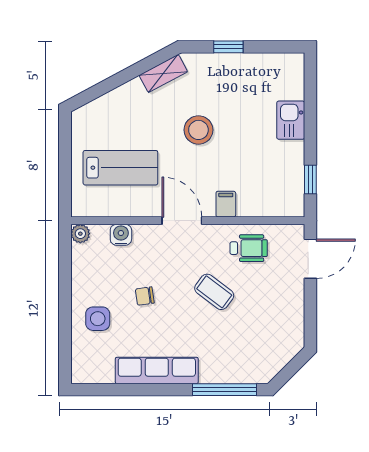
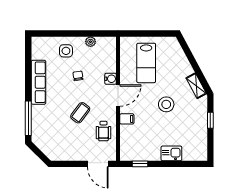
plant: (80, 234) -> (90, 42), moved
water cooler: (121, 235) -> (111, 79), moved

